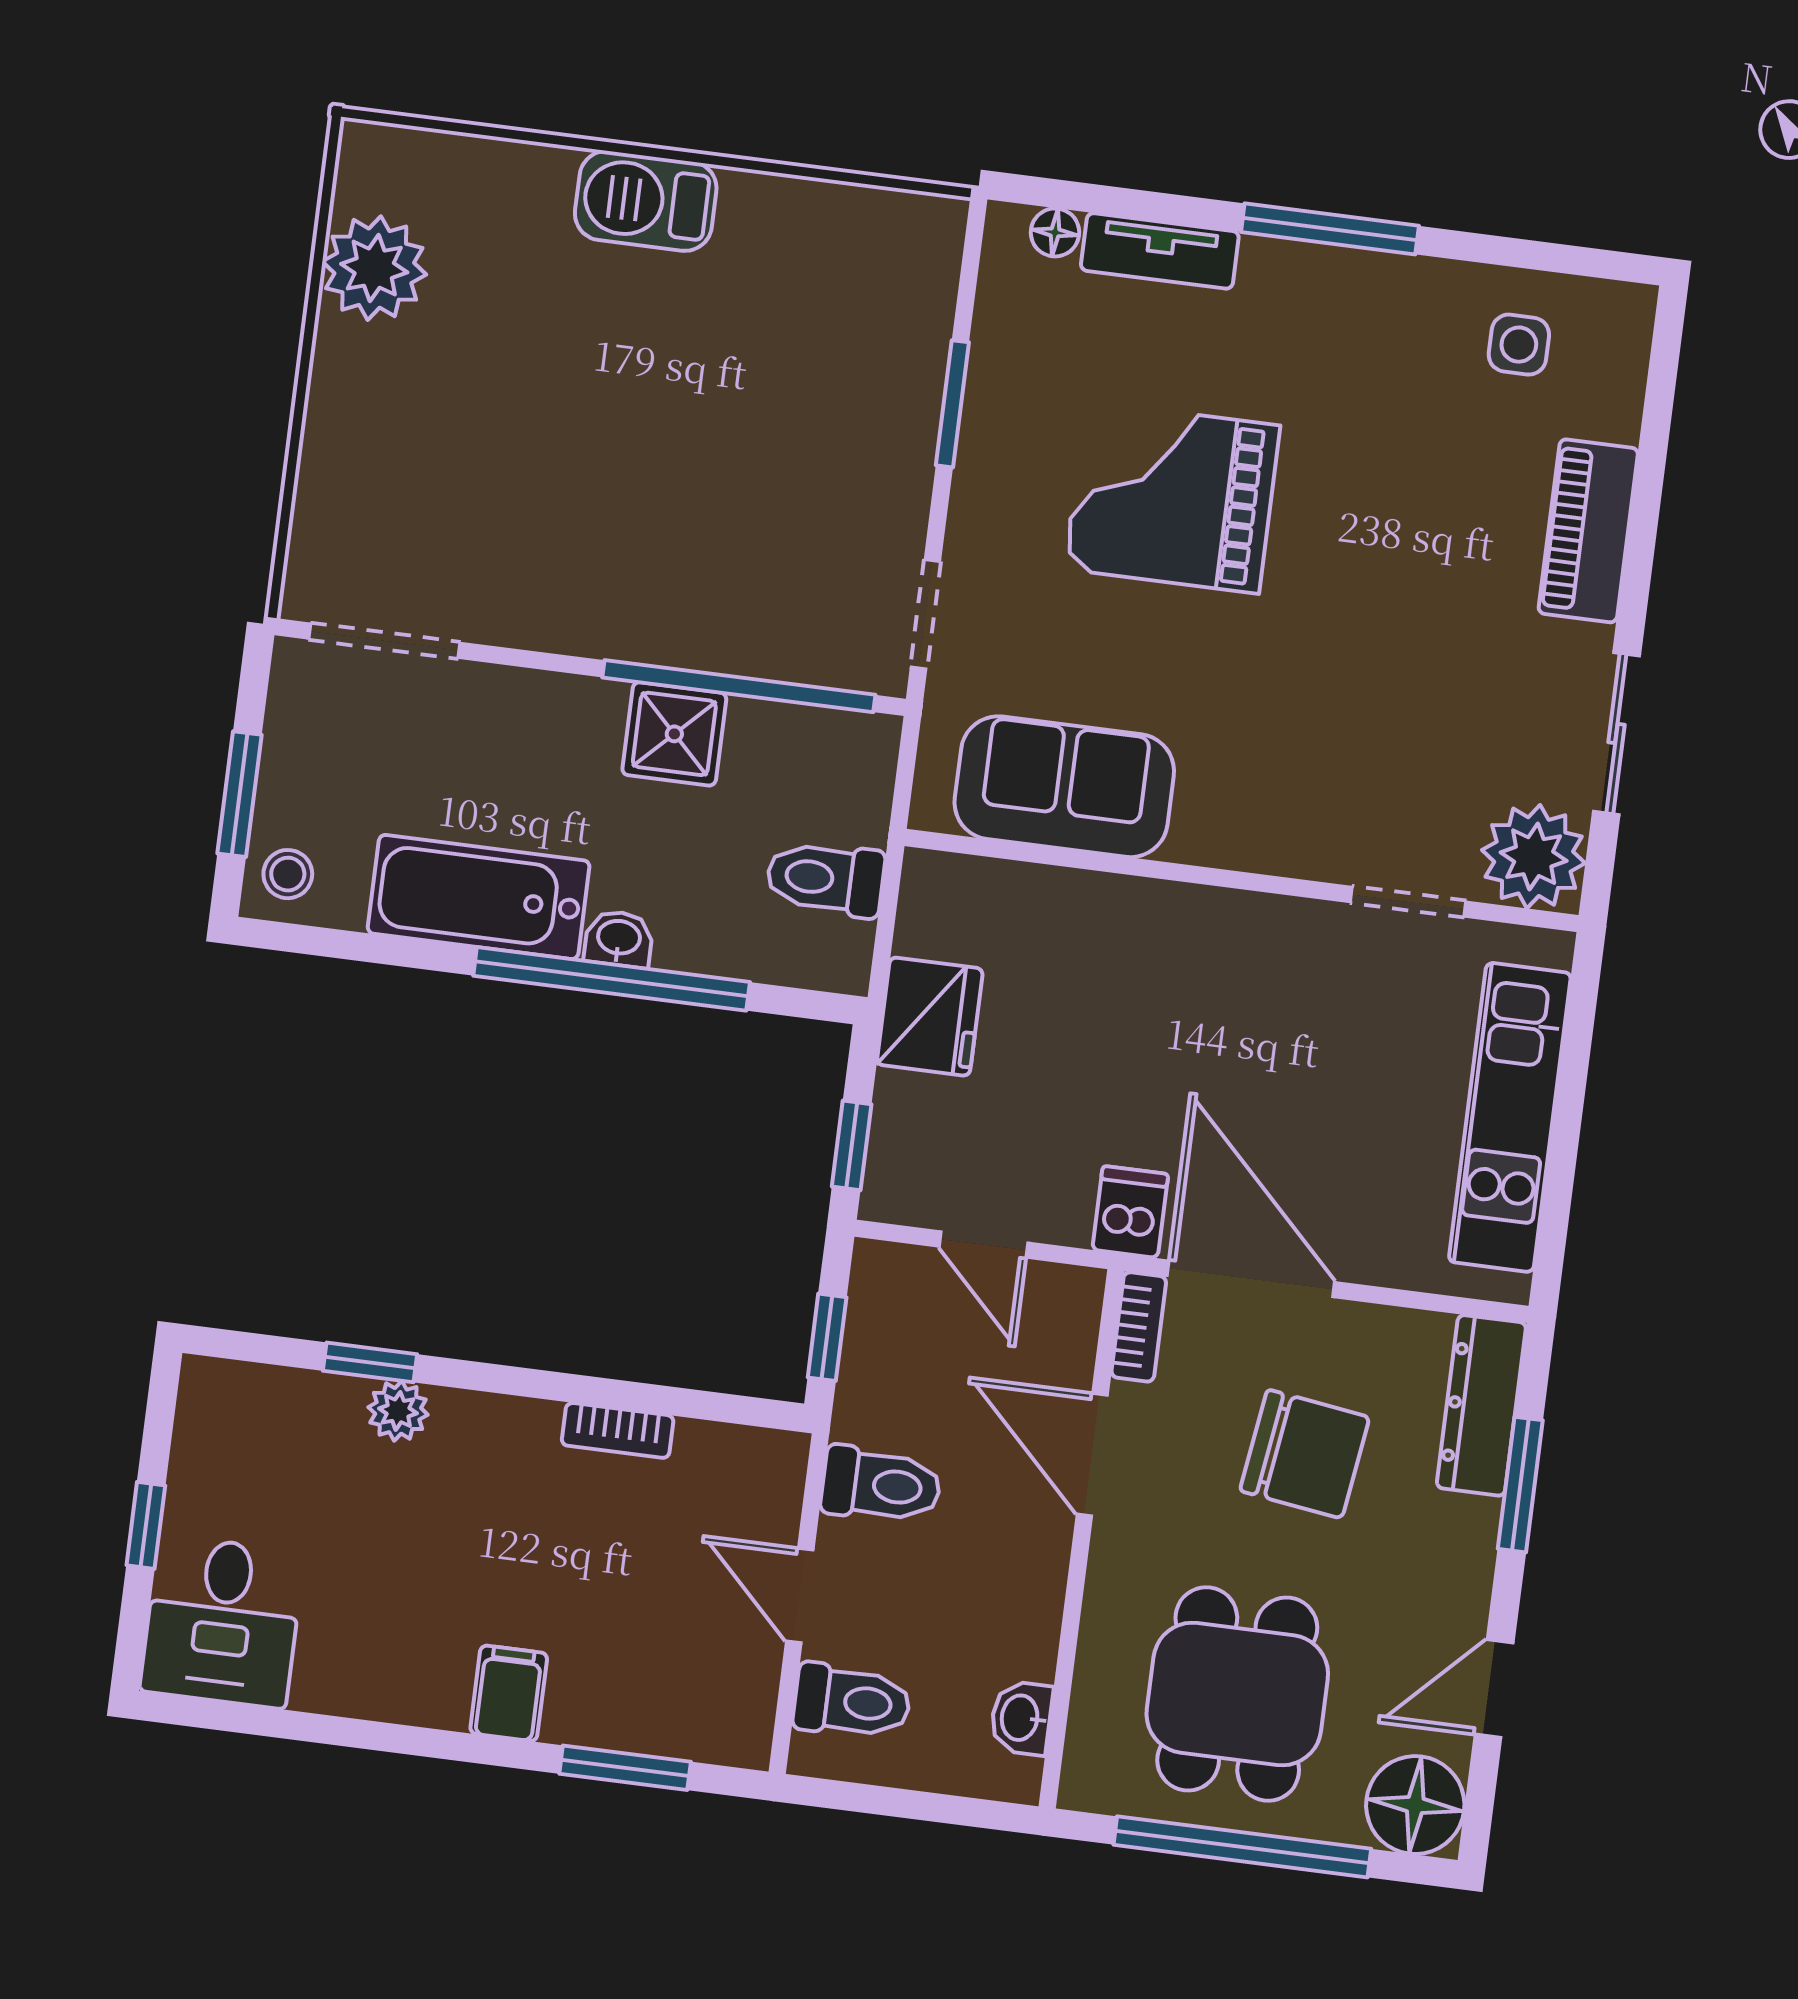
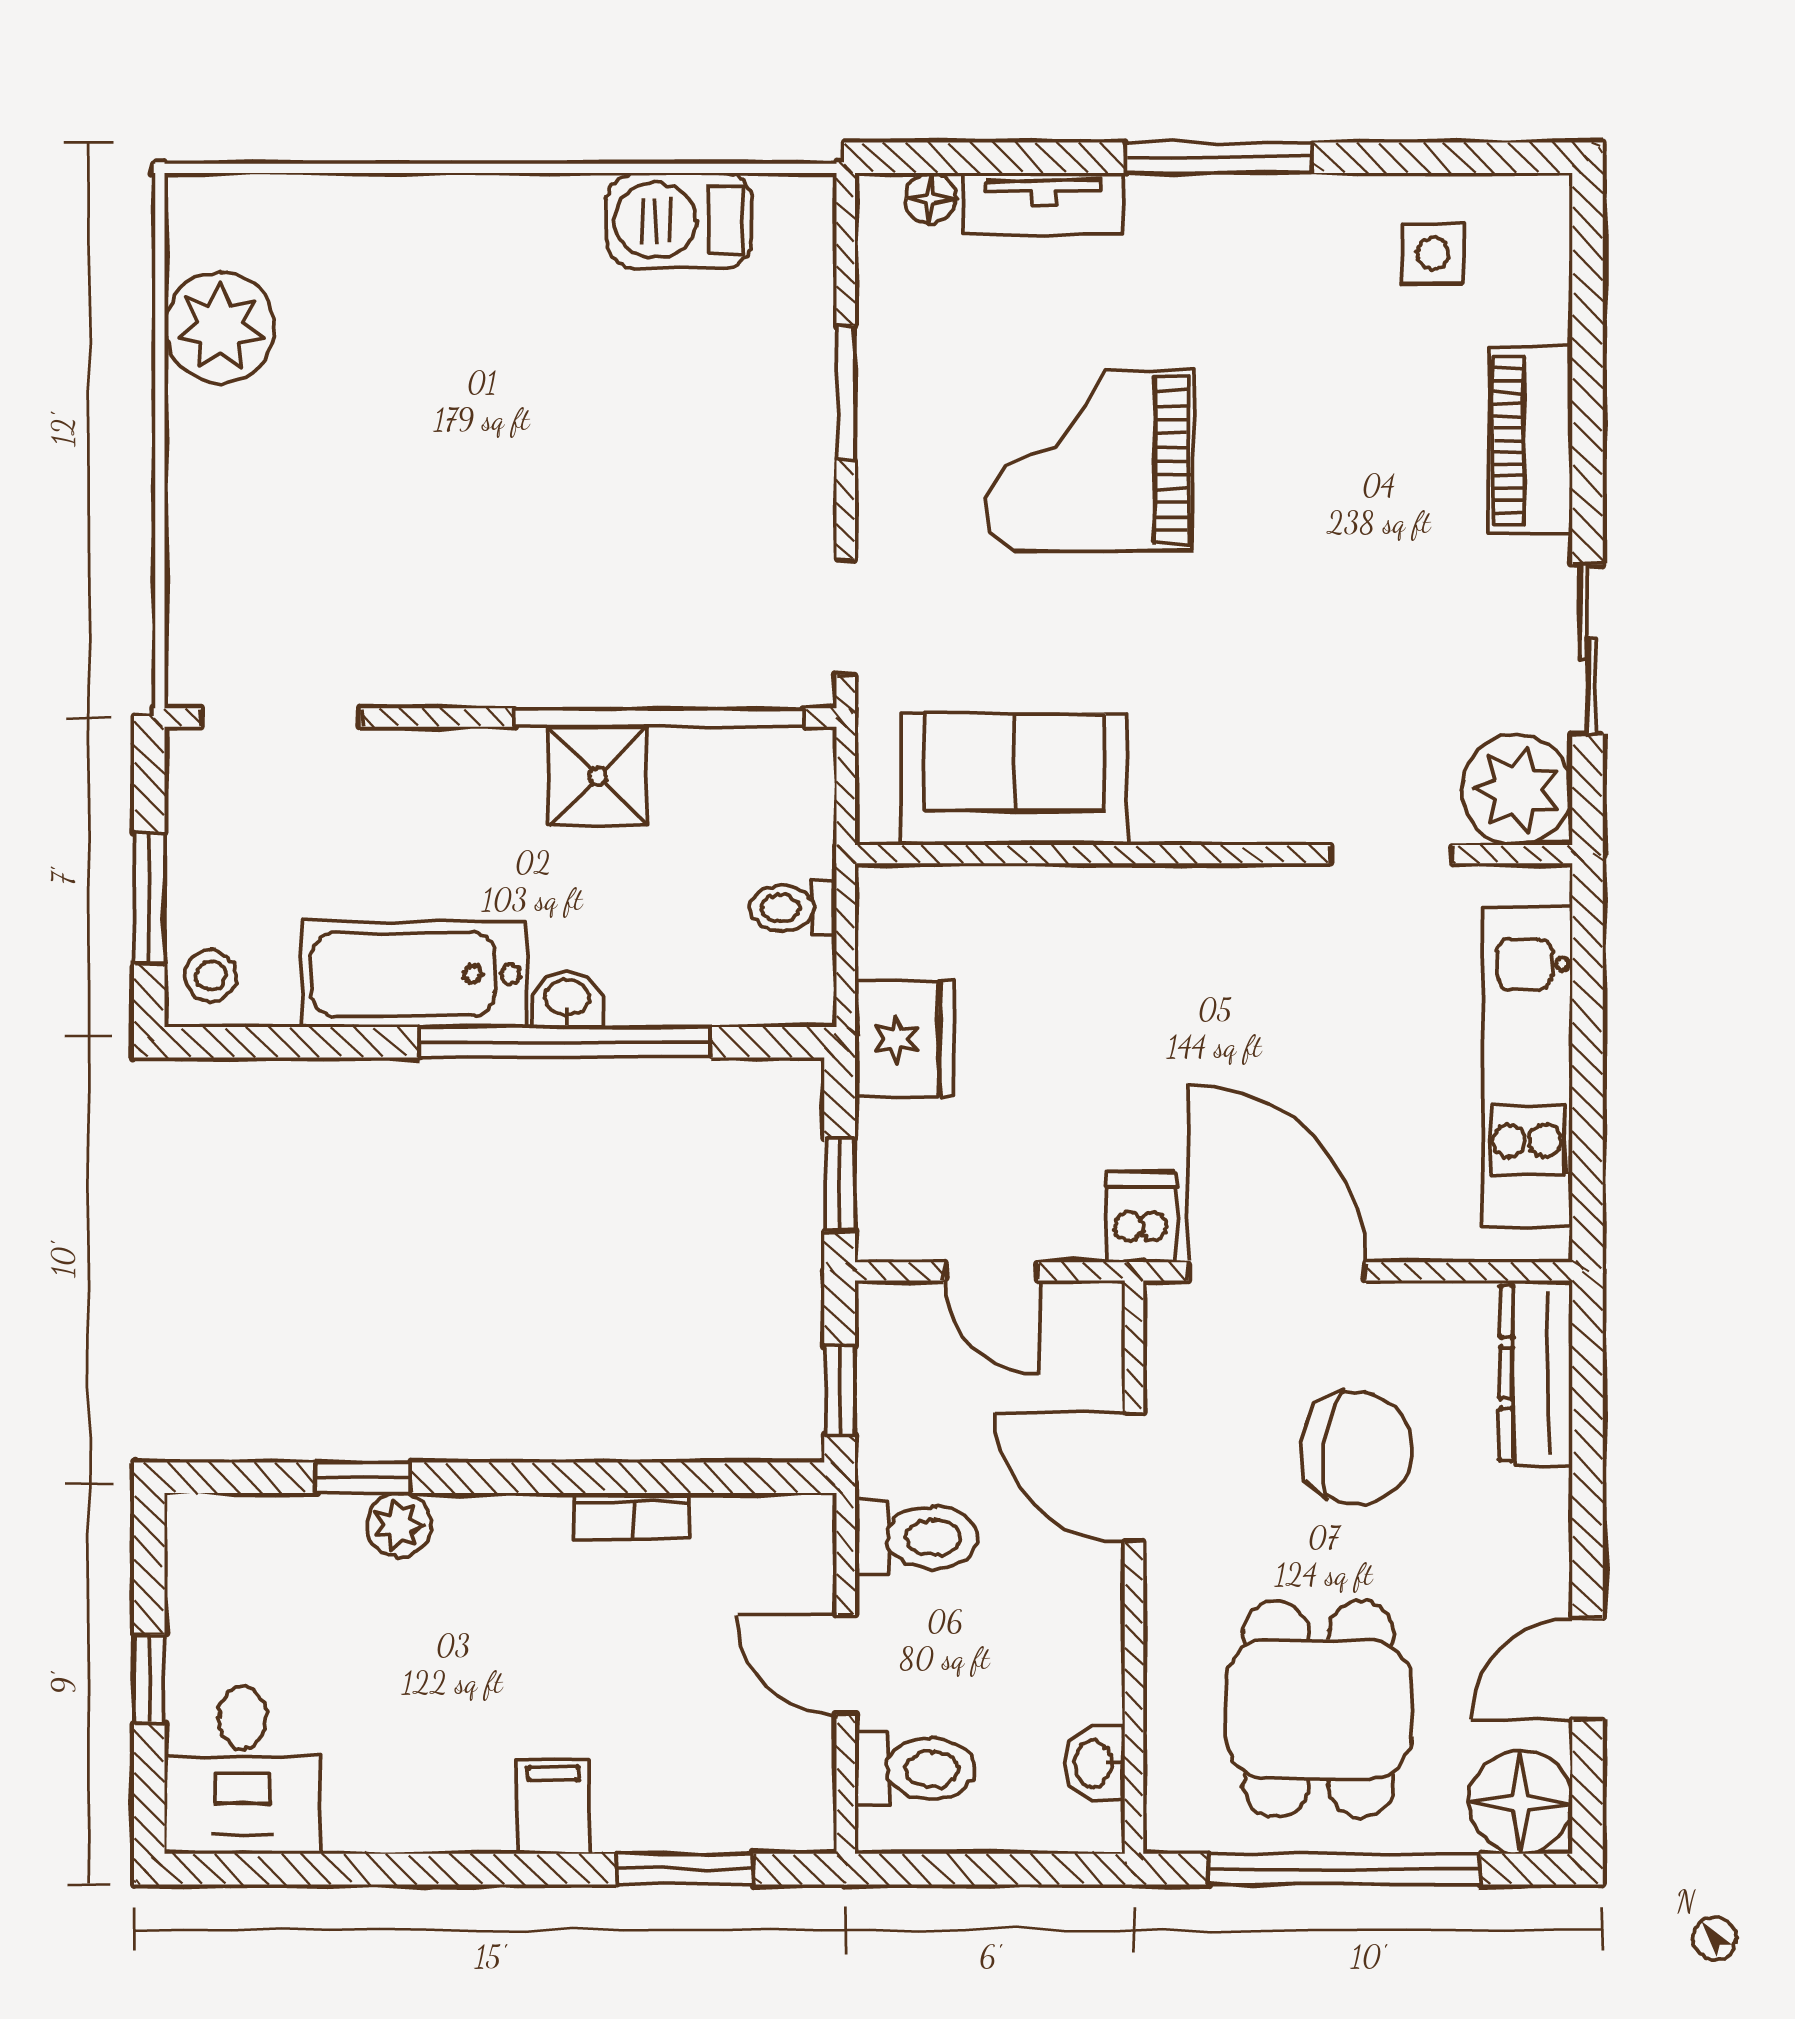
barbecue: (646, 201) -> (679, 220), moved
toilet: (825, 879) -> (793, 908), width x0.73, depth x0.72
bookcase: (1139, 1327) -> (1166, 1337), removed
window: (1520, 1485) -> (1588, 1451), removed

